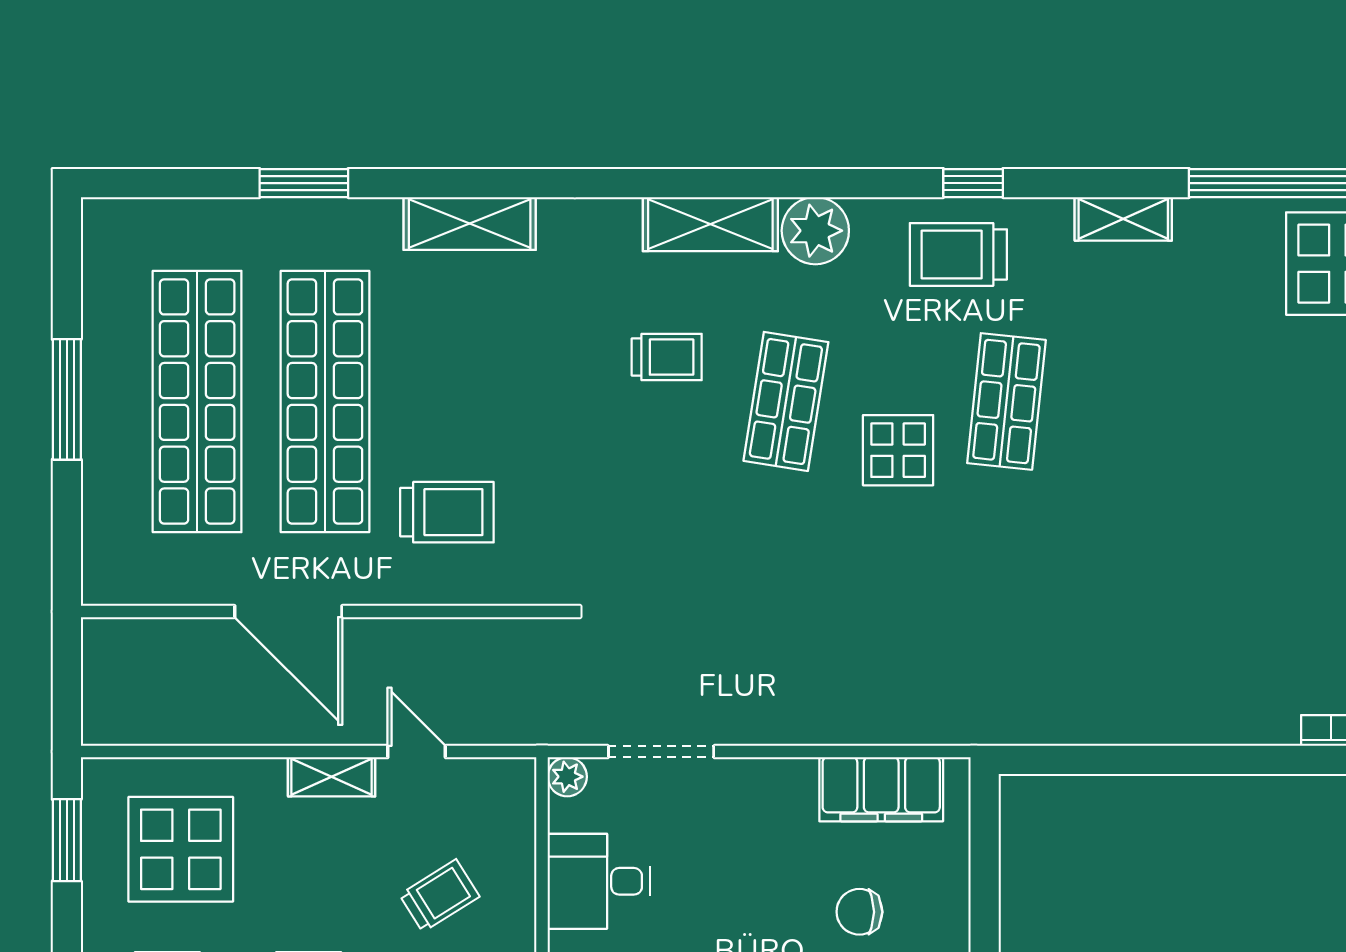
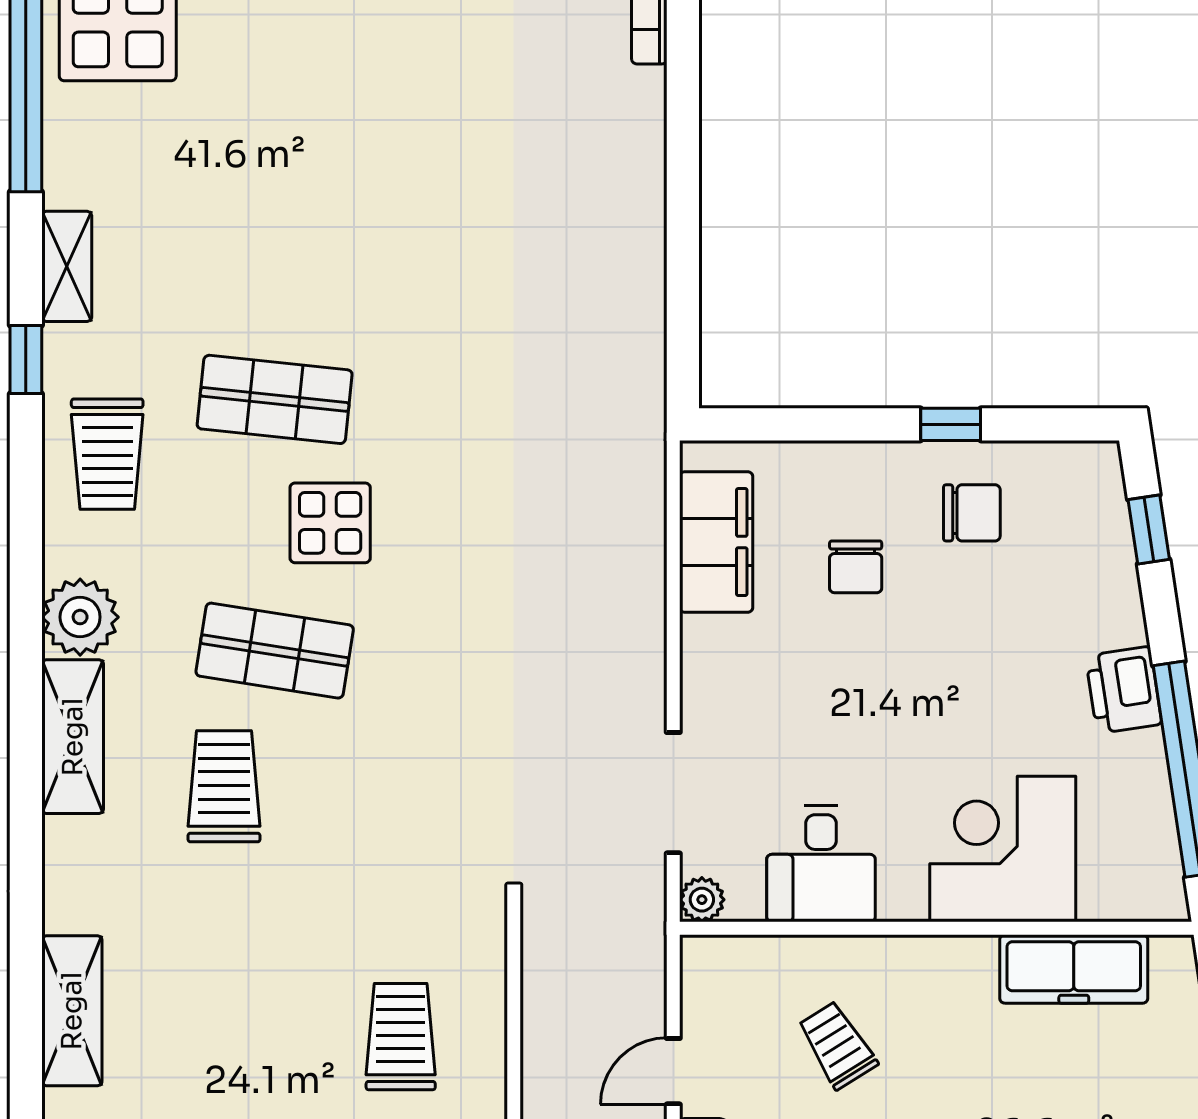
window: (973, 183) -> (26, 359), moved
trolley: (667, 357) -> (224, 786), width x1.36, depth x1.39

